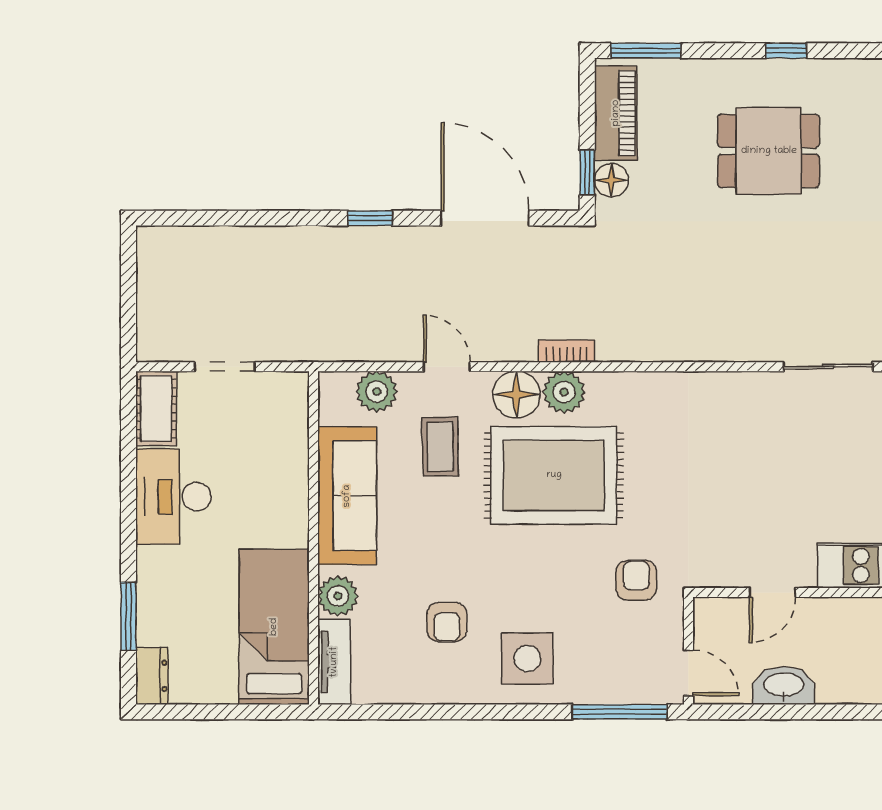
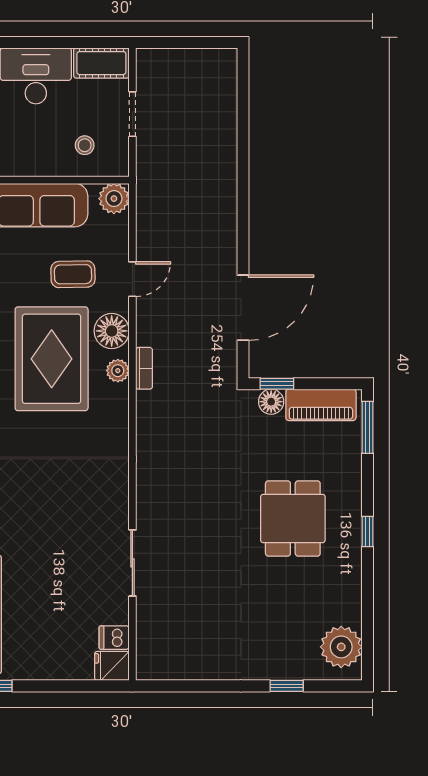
window: (370, 218) -> (243, 222), removed
plant: (377, 392) -> (114, 199), moved
plant: (564, 392) -> (118, 371), width x0.73, depth x0.73
stool: (267, 431) -> (85, 145), added

